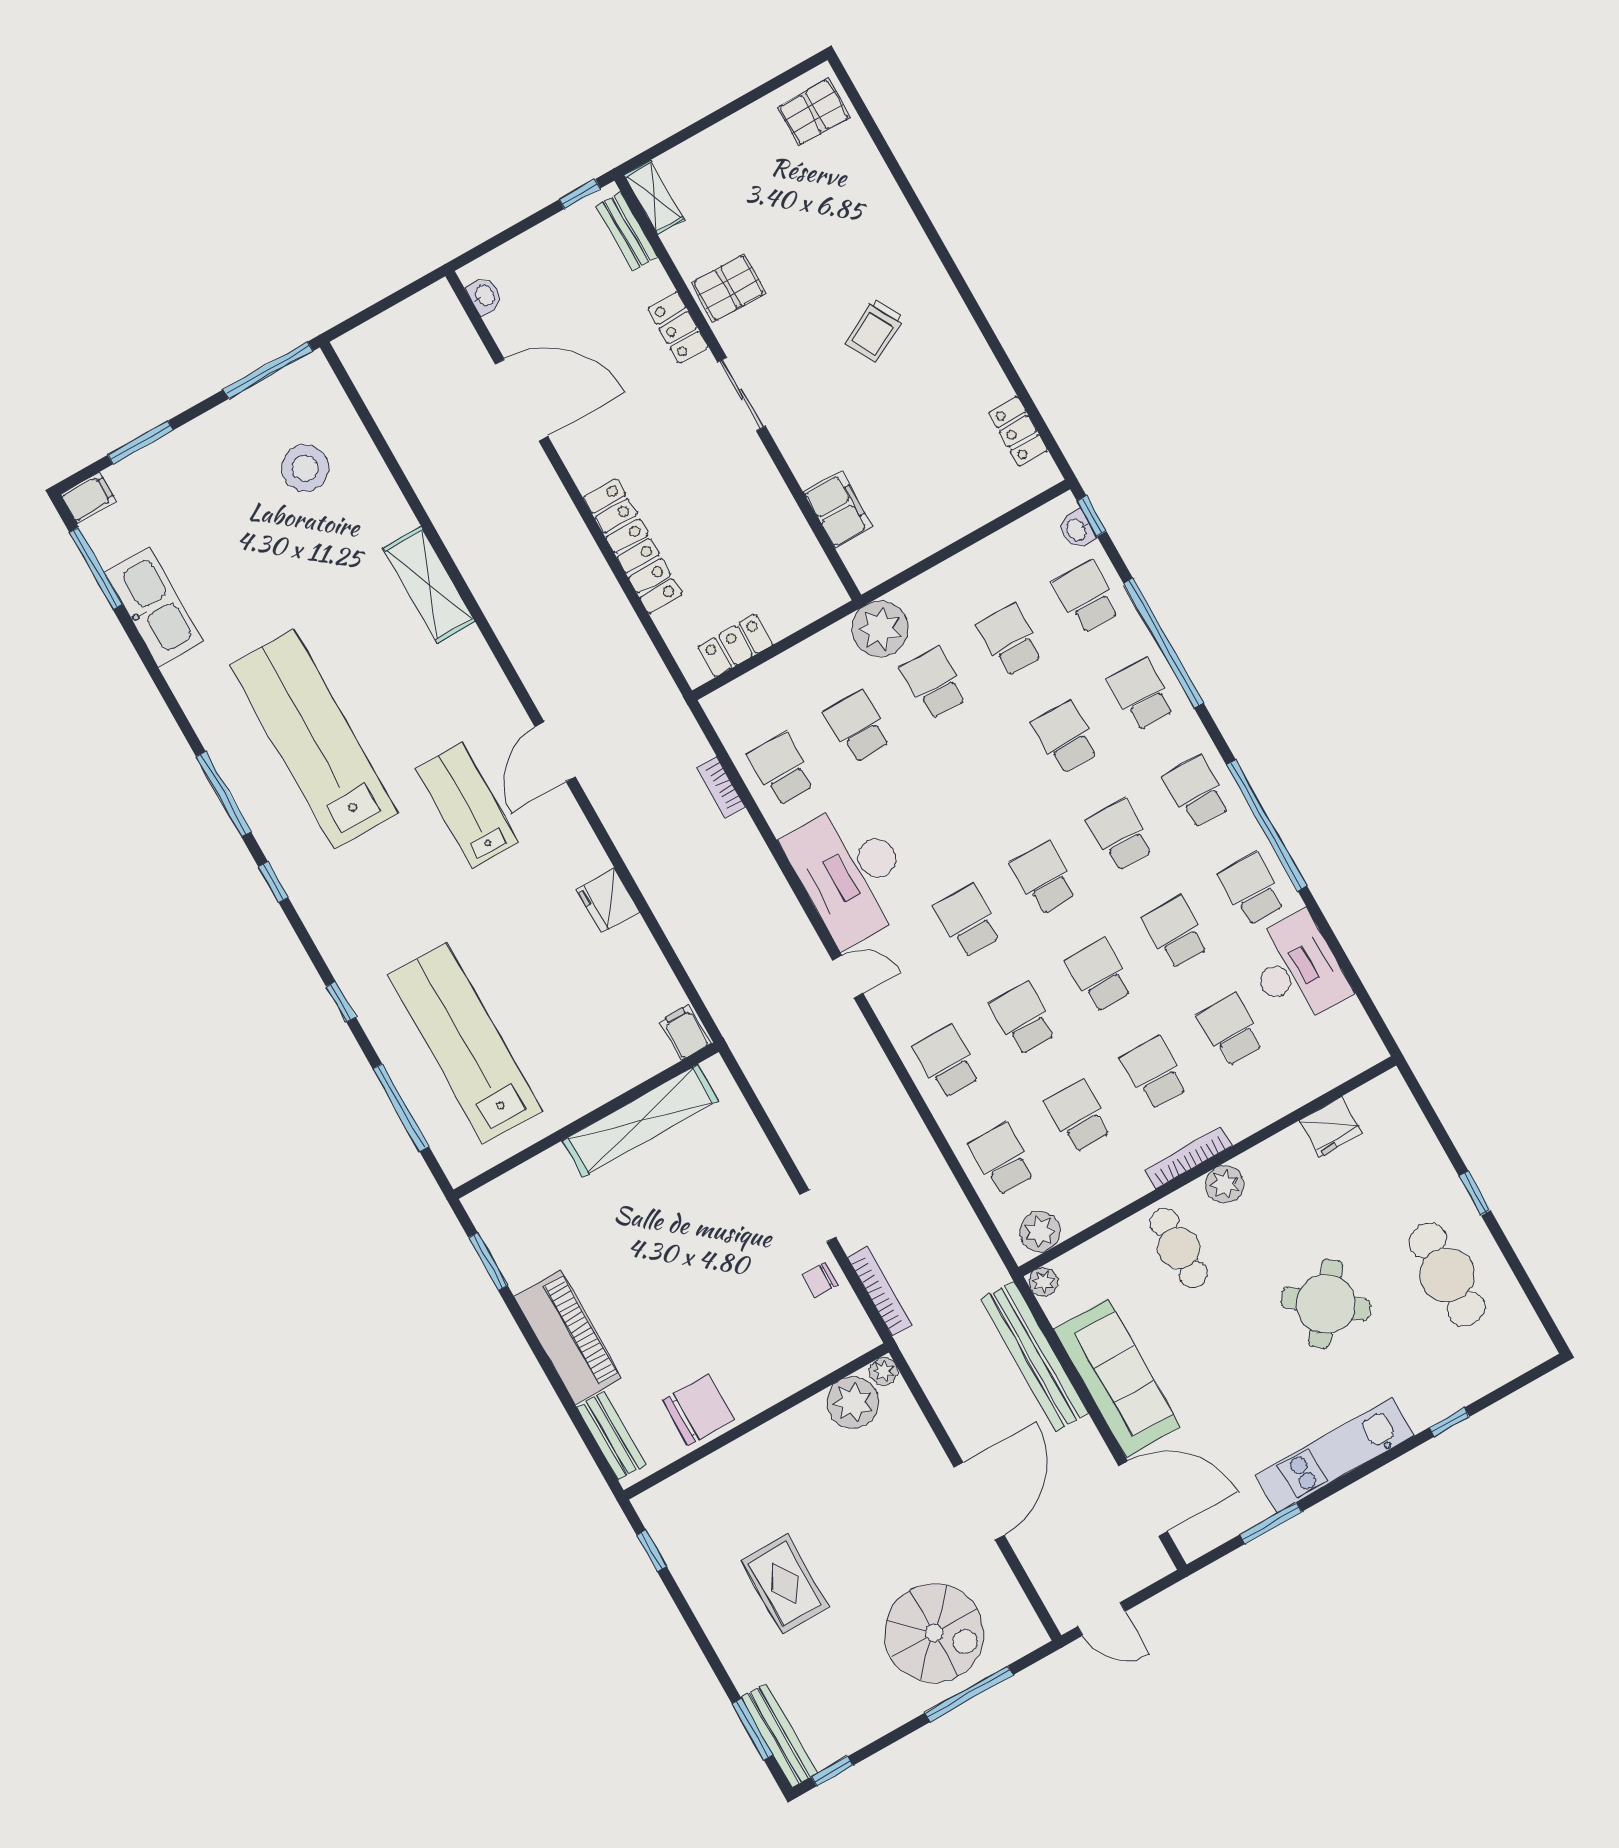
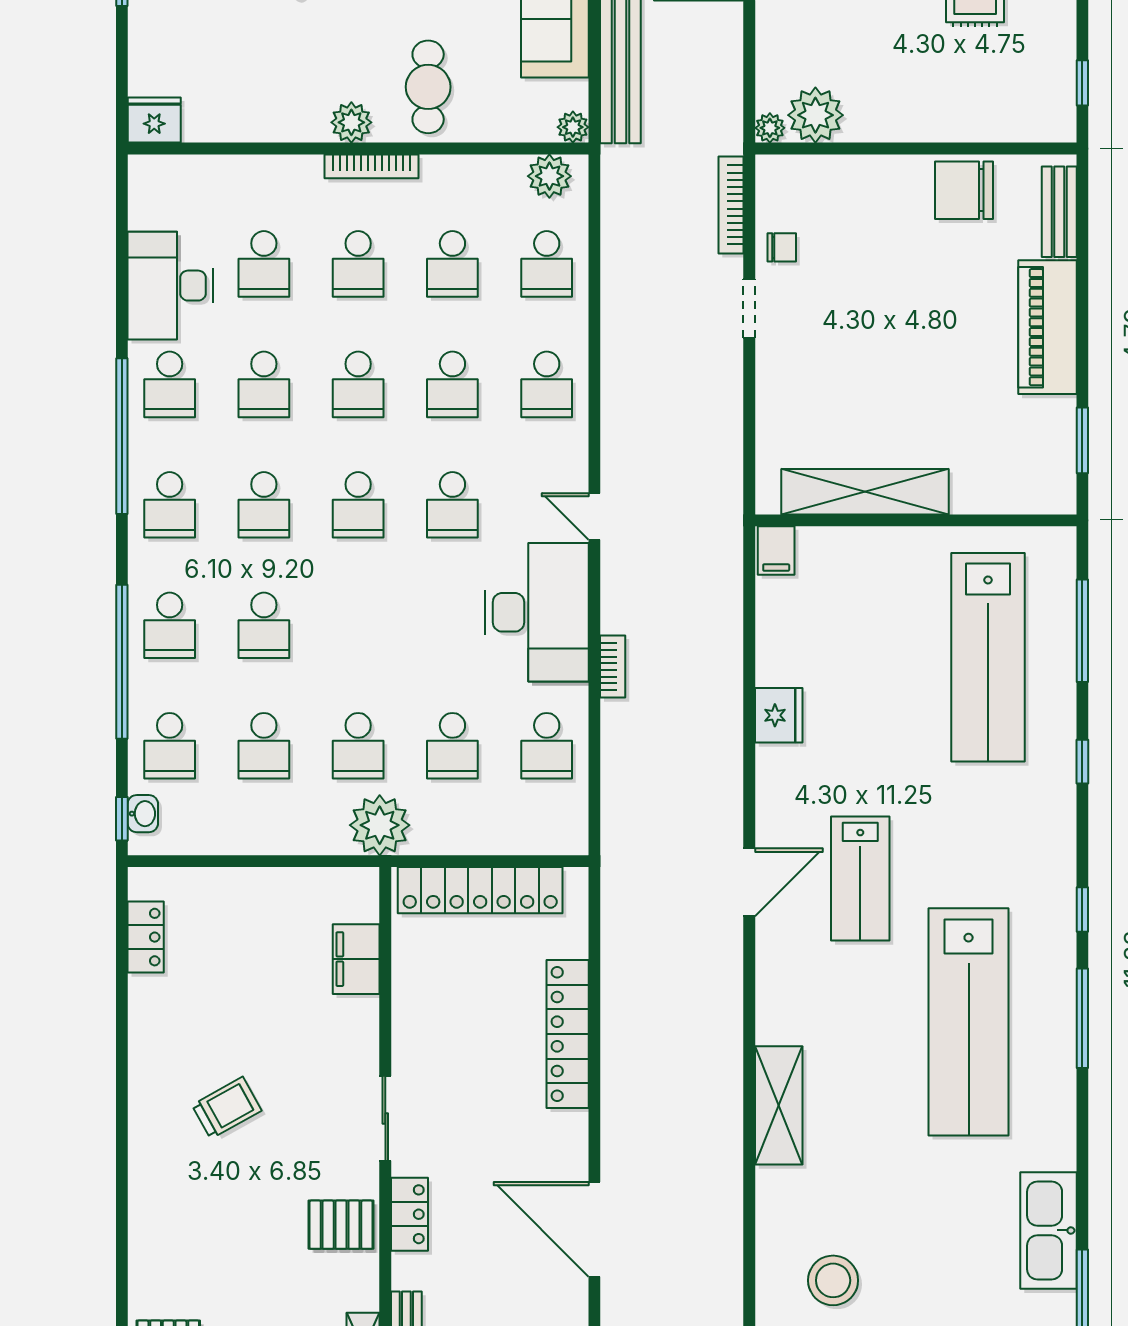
locker: (735, 646) -> (480, 890), width x2.16, depth x1.21
bookcase: (721, 787) -> (613, 667), moved
fridge: (1331, 1127) -> (154, 120), moved

